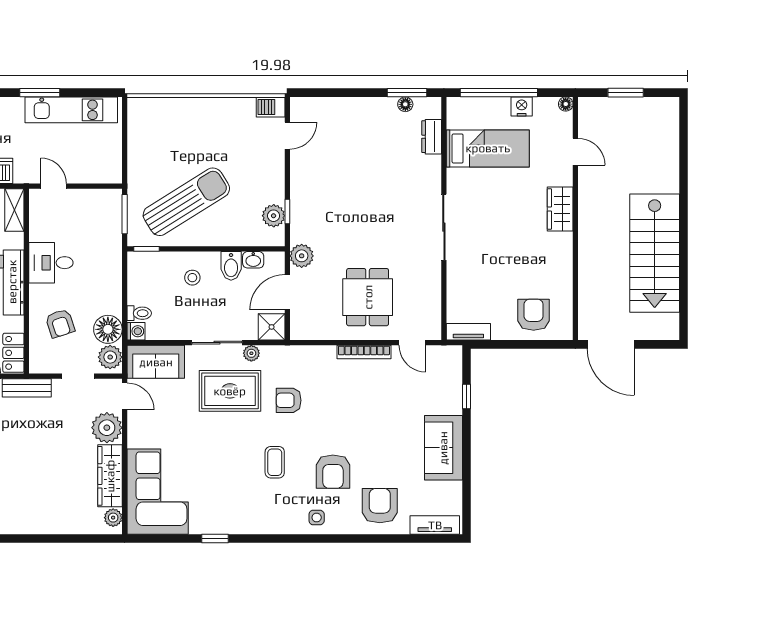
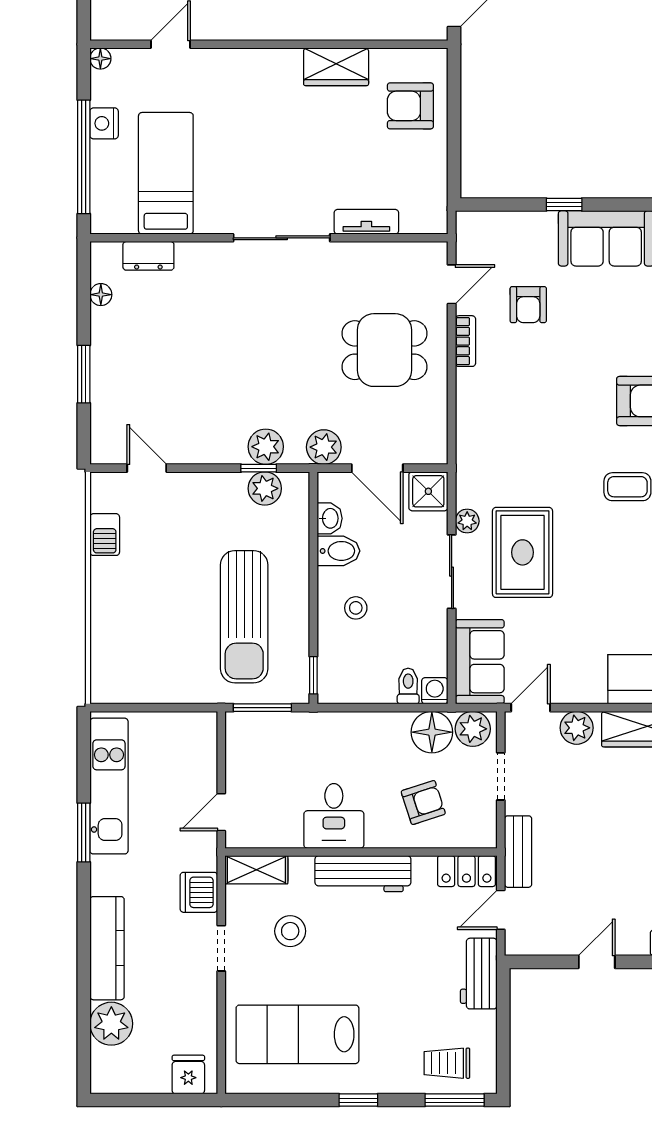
window: (407, 93) -> (84, 374), moved
barbecue: (271, 107) -> (105, 535), moved
sun lounger: (186, 202) -> (244, 617), turned -148
wardrobe: (560, 209) -> (336, 67), moved
plant: (302, 216) -> (266, 447), added
tv unit: (468, 332) -> (366, 222), moved, turned 90
bookcase: (364, 352) -> (465, 341), width x0.64
window: (466, 397) -> (564, 205), moved
armchair: (289, 400) -> (528, 305), moved
plant: (107, 428) -> (577, 728), width x0.73, depth x0.73

